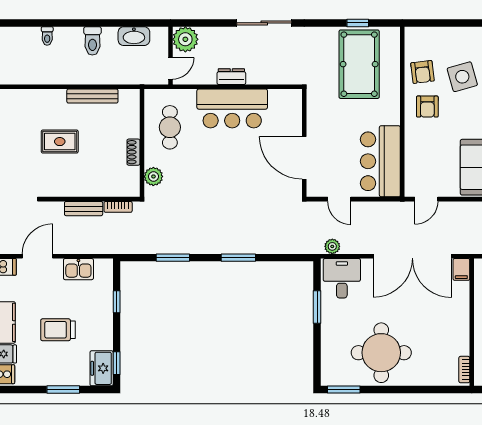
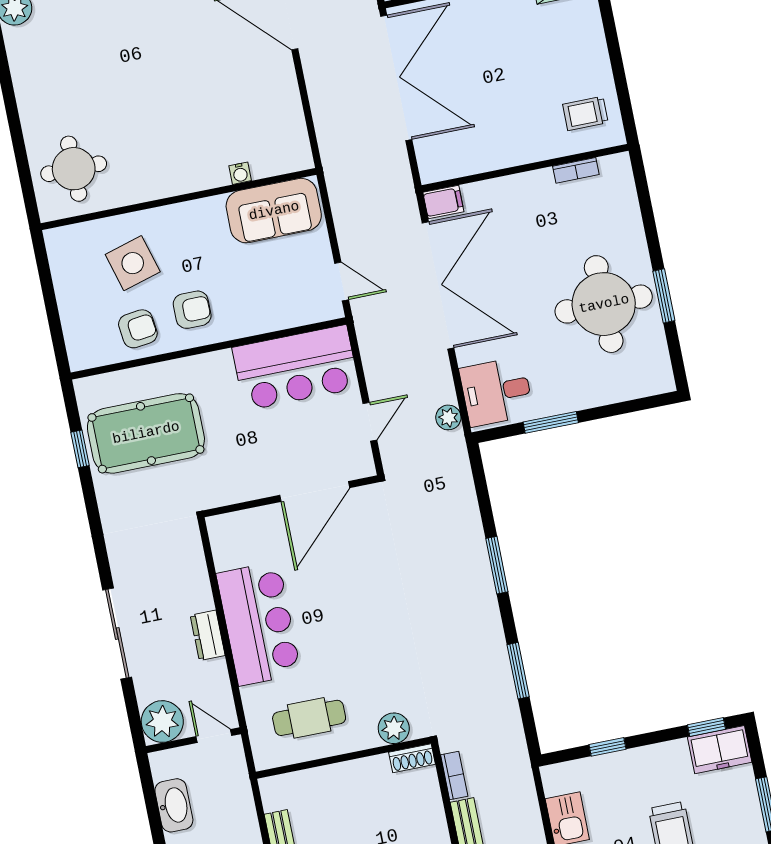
sliding door: (264, 23) -> (117, 634), moved
shoe rack: (133, 152) -> (412, 758), moved
bookcase: (464, 370) -> (576, 170), moved
window: (344, 390) -> (664, 296), moved

